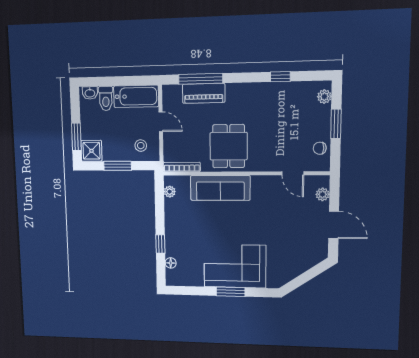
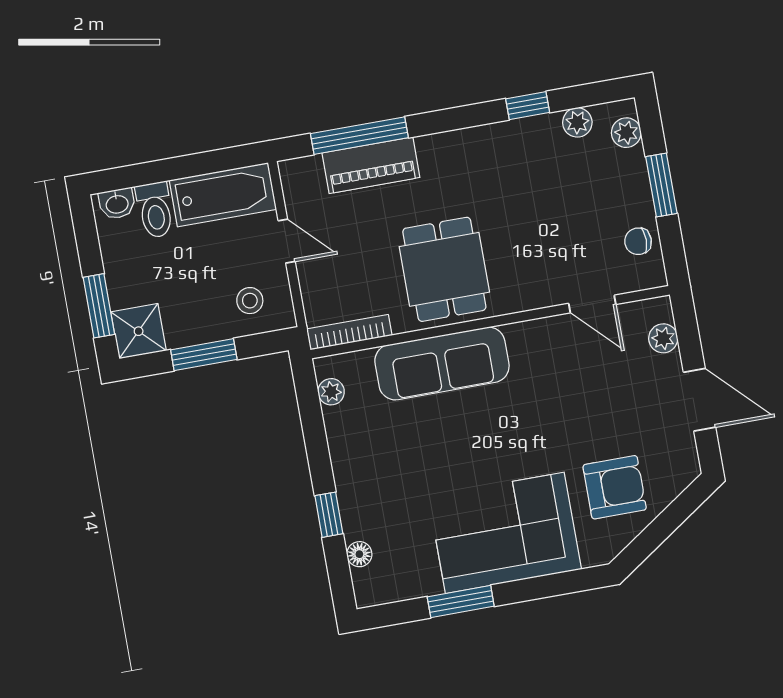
plant: (302, 88) -> (577, 122), added
armchair: (287, 256) -> (615, 487), added
window: (231, 292) -> (461, 602), moved

